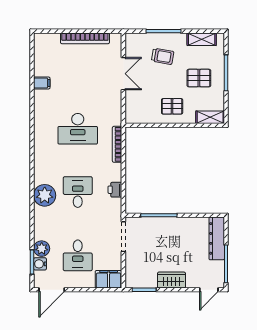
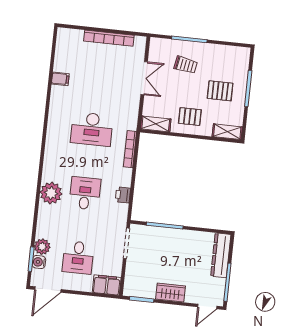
shelving: (202, 39) -> (156, 124), moved

